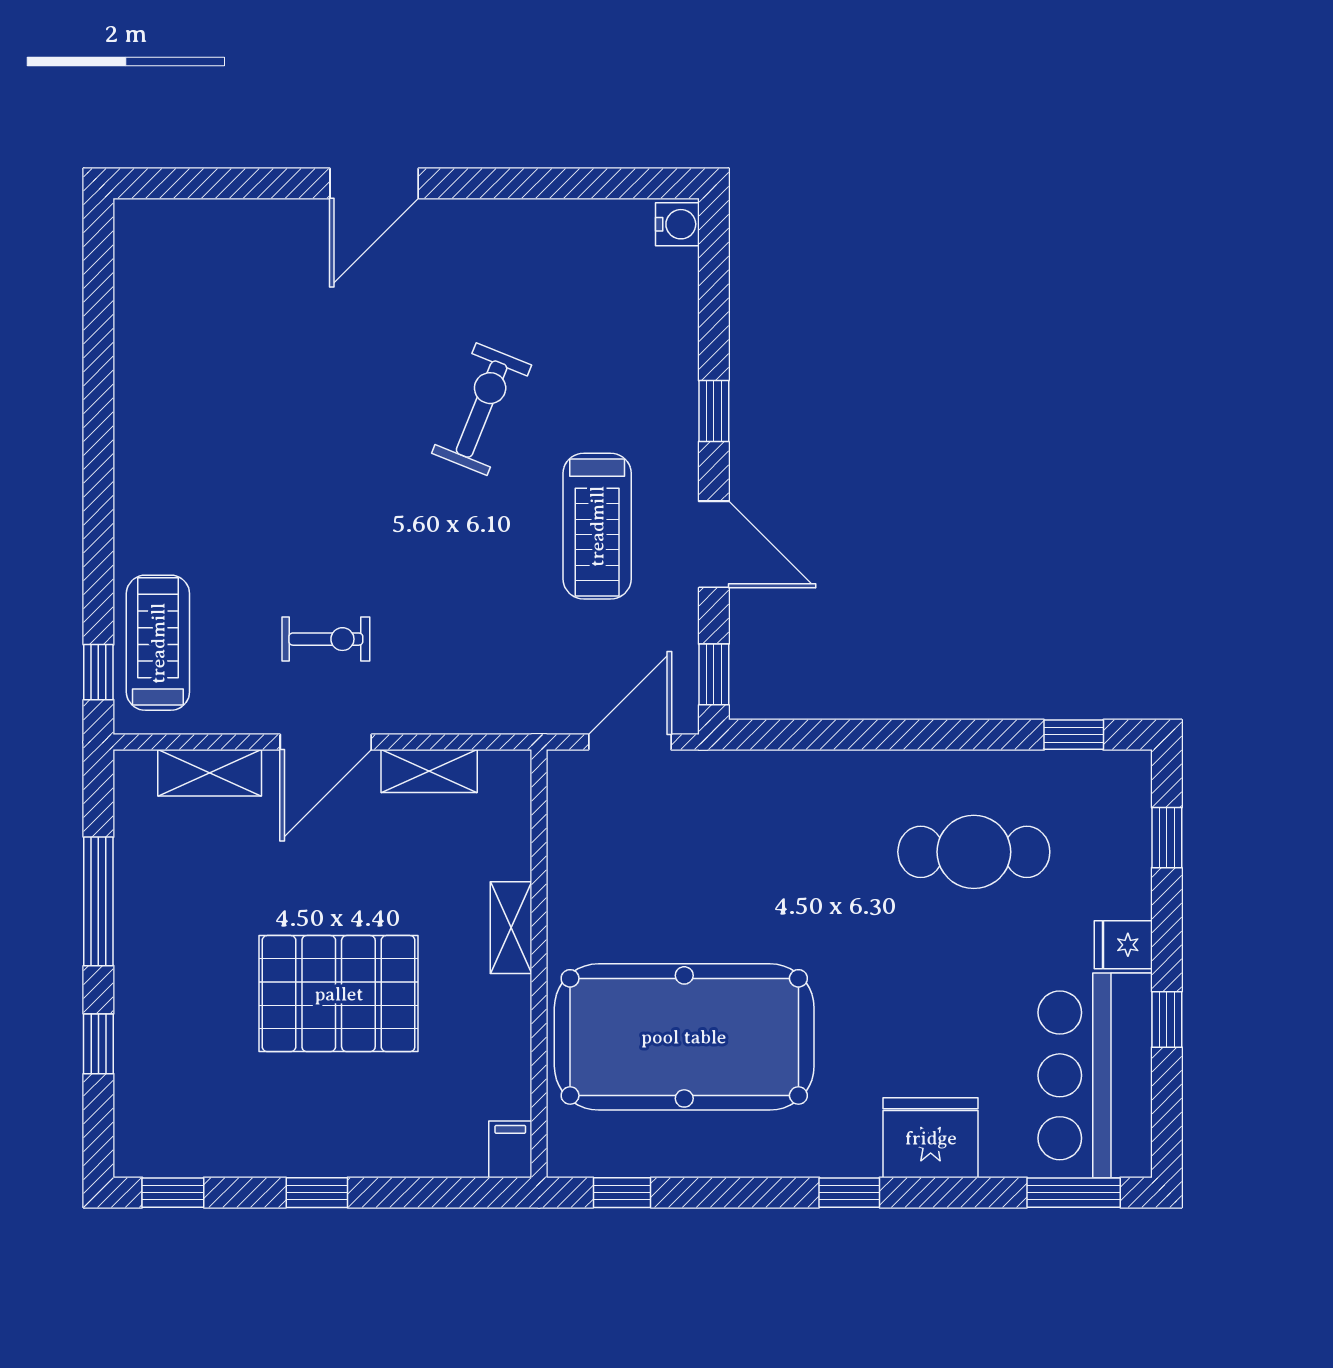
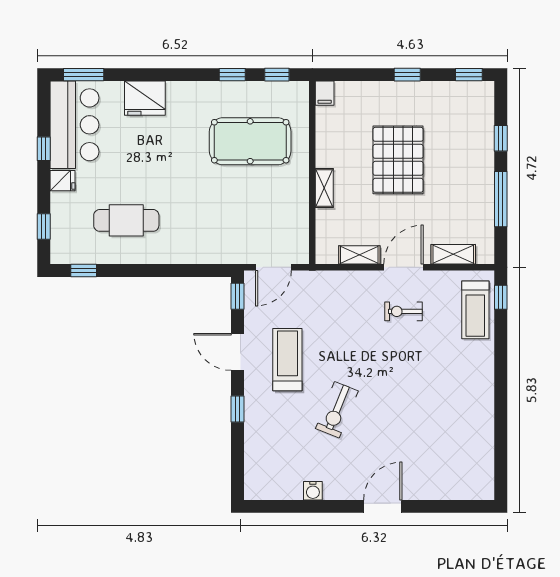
water cooler: (677, 224) -> (313, 491), moved, turned -90
pallet: (339, 994) -> (398, 160), turned 90
pool table: (684, 1037) -> (250, 141), width x0.73, depth x0.76
window: (849, 1193) -> (232, 75), moved

